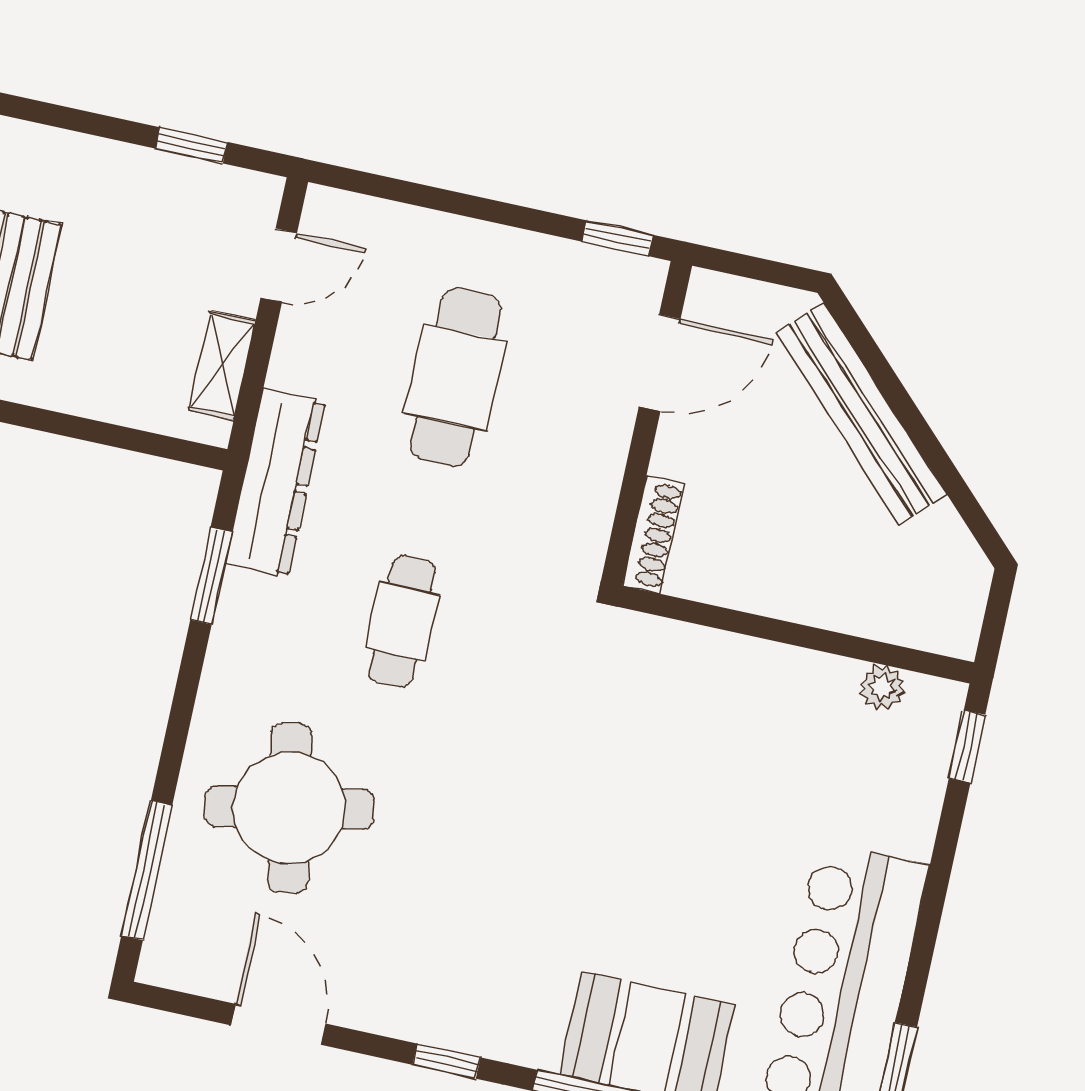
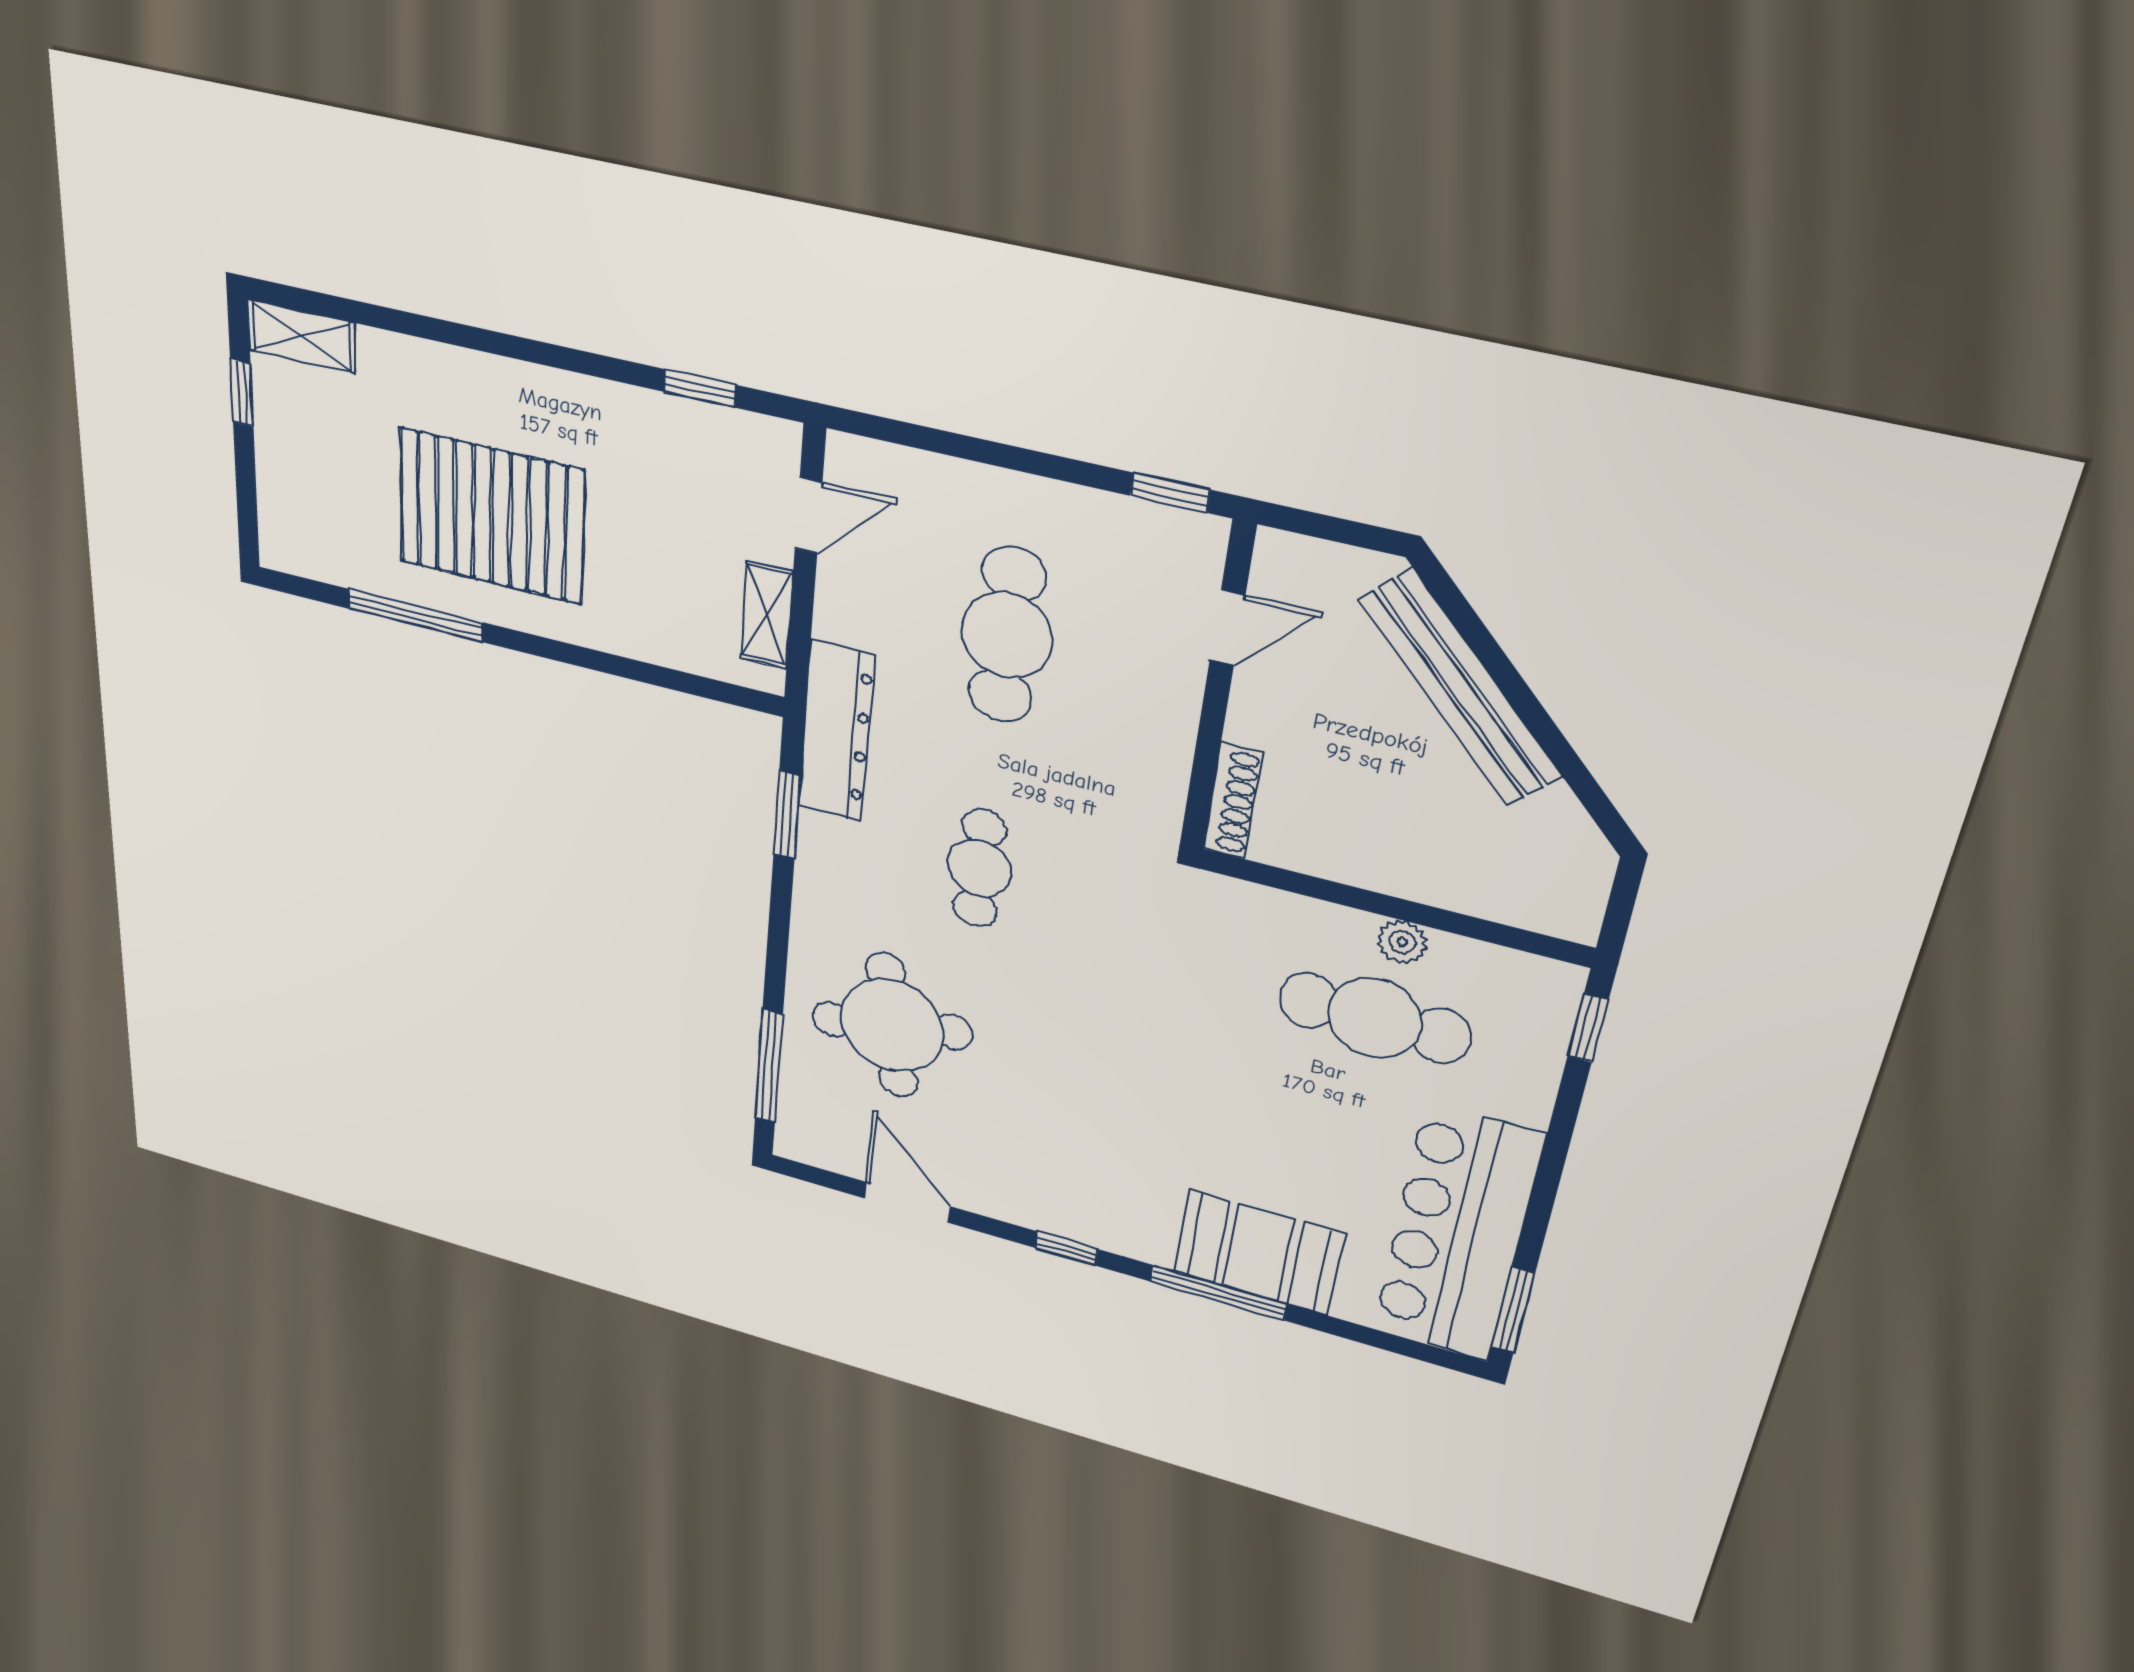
door: (660, 363) -> (1227, 627), width x0.73
plant: (882, 688) -> (1402, 942), moved
cafe table: (774, 754) -> (1374, 1018), added

